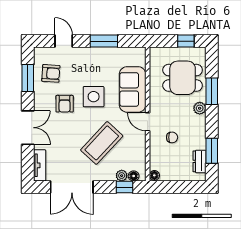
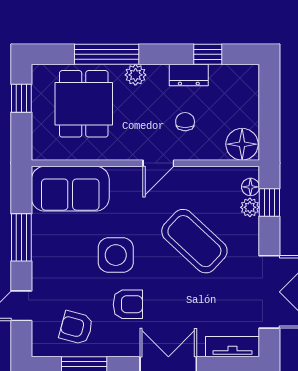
armchair: (51, 73) -> (76, 328), turned -79
sofa: (133, 89) -> (70, 189), moved
window: (212, 91) -> (107, 54), width x1.44
window: (212, 151) -> (208, 54), width x0.67
dresser: (199, 161) -> (189, 75), moved
floor lamp: (154, 175) -> (242, 144), width x1.89, depth x1.89

